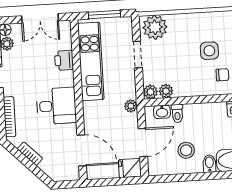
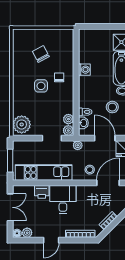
doorway: (138, 55) -> (52, 138), moved
desk: (56, 106) -> (63, 199), moved
stool: (98, 124) -> (90, 170), added

